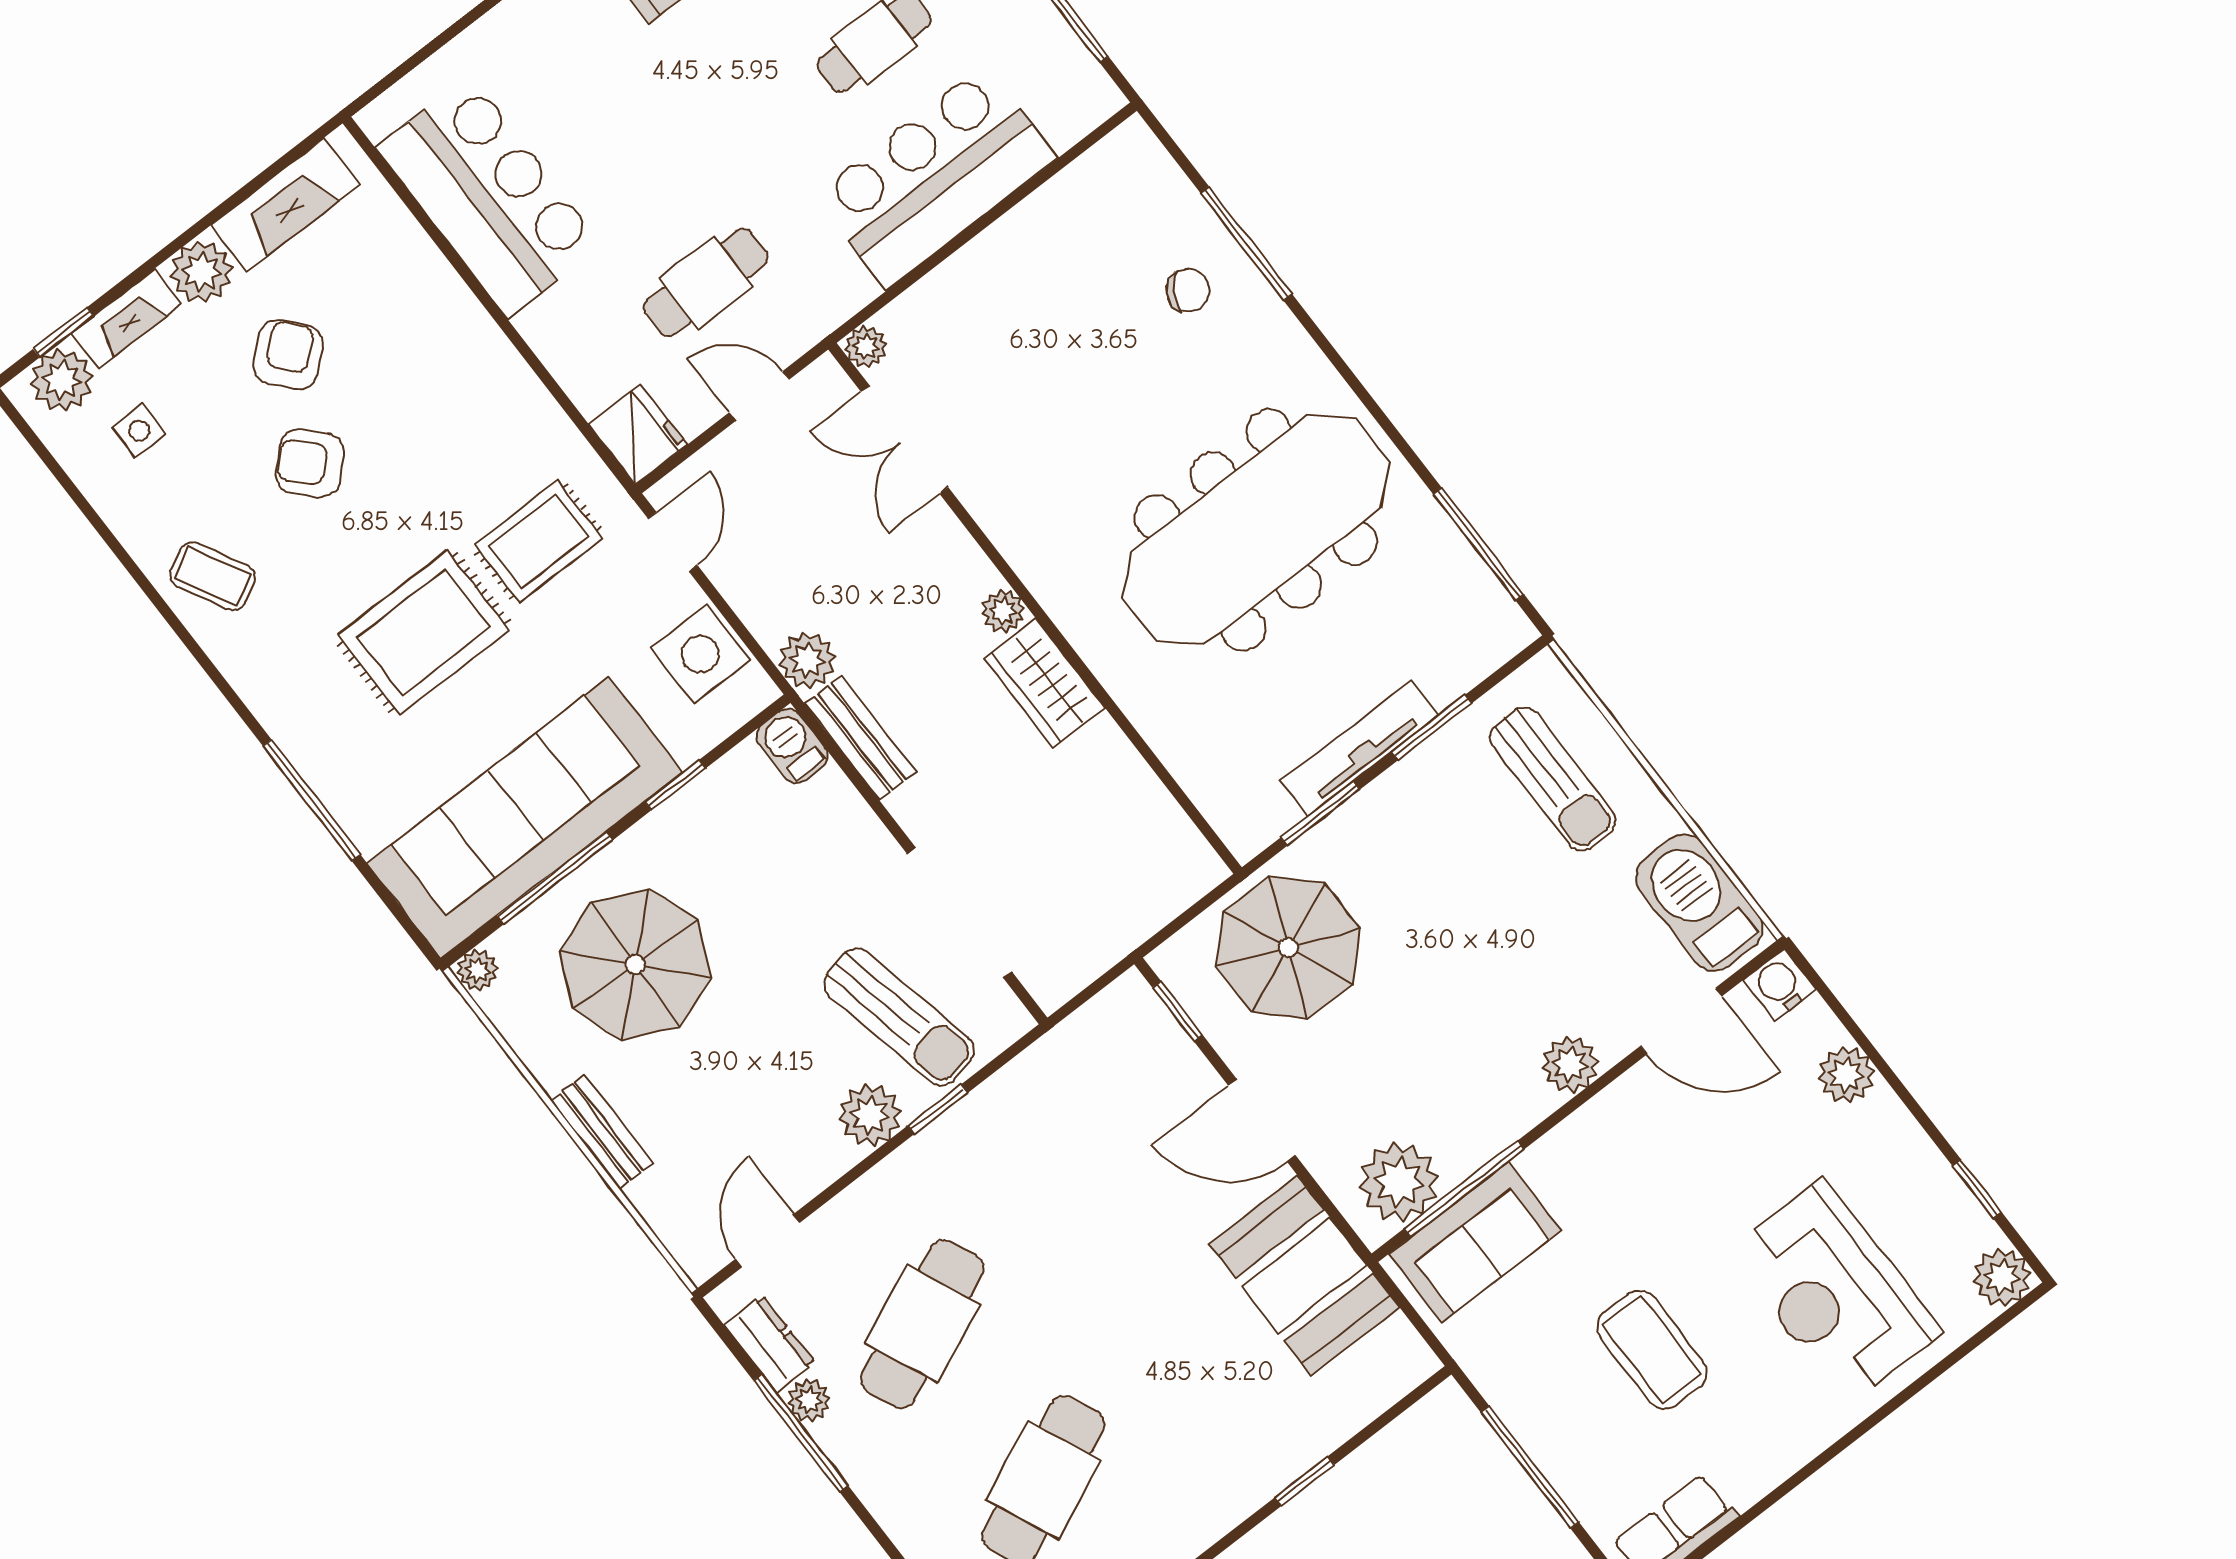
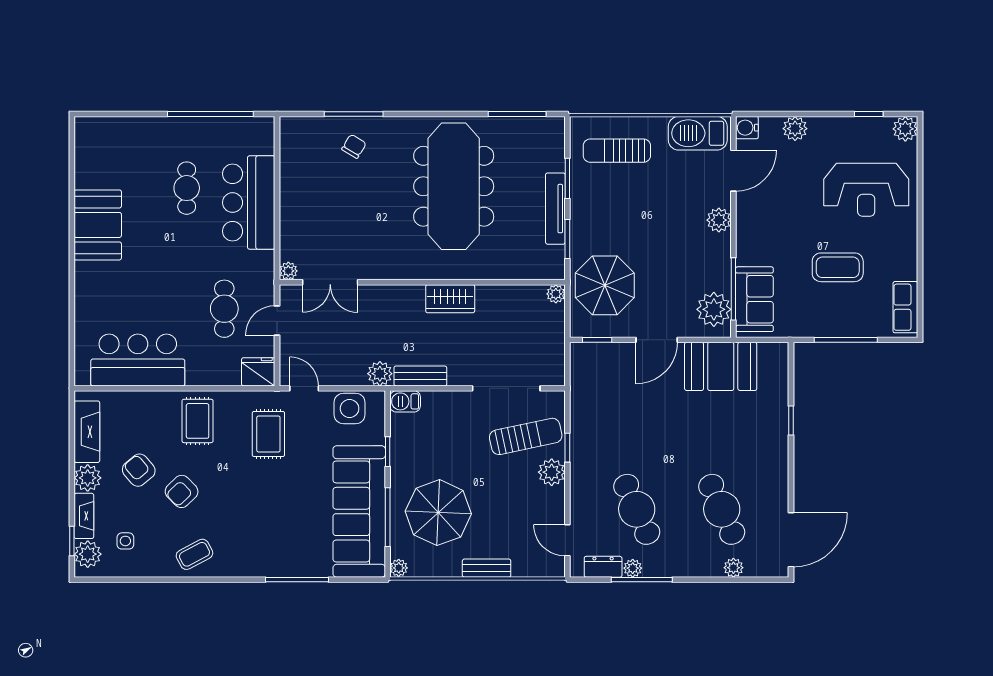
plant: (1003, 611) -> (556, 294), moved
rug: (424, 632) -> (198, 421), moved, width x0.73, depth x0.70
sun lounger: (1553, 779) -> (617, 151), turned 180

